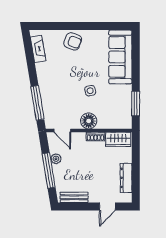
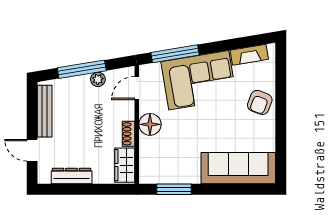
corner sofa: (57, 86) -> (199, 80), added
side table: (90, 91) -> (192, 126), removed
bench: (74, 197) -> (45, 111), width x1.36

